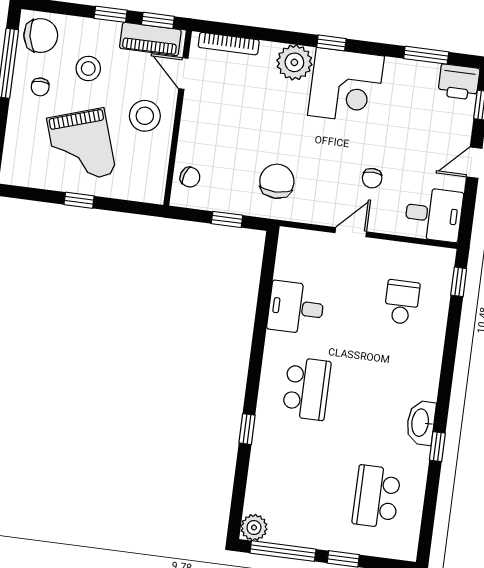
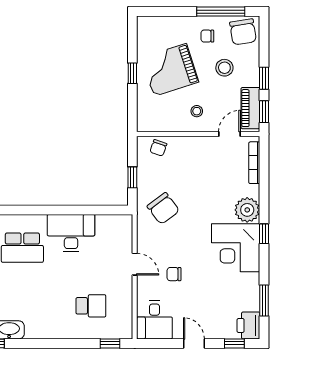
stool: (145, 116) -> (197, 111), width x0.53, depth x0.53
chair: (277, 181) -> (163, 208), turned 53
desk: (296, 308) -> (71, 233), width x1.37

